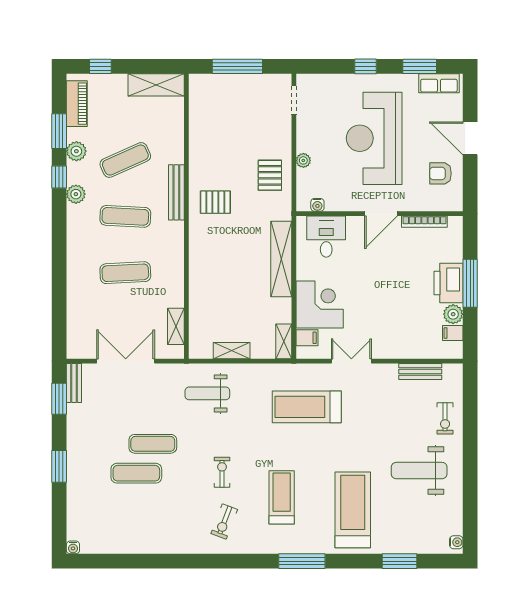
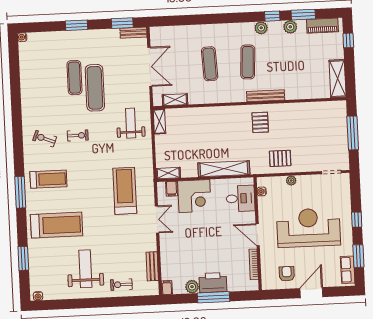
exercise mat: (125, 160) -> (286, 60), removed
filing cabinet: (453, 333) -> (167, 288), moved
shelving: (232, 351) -> (159, 121), moved
exercise mat: (153, 444) -> (95, 88), width x1.36, depth x1.45
treadmill: (282, 497) -> (48, 179), moved

